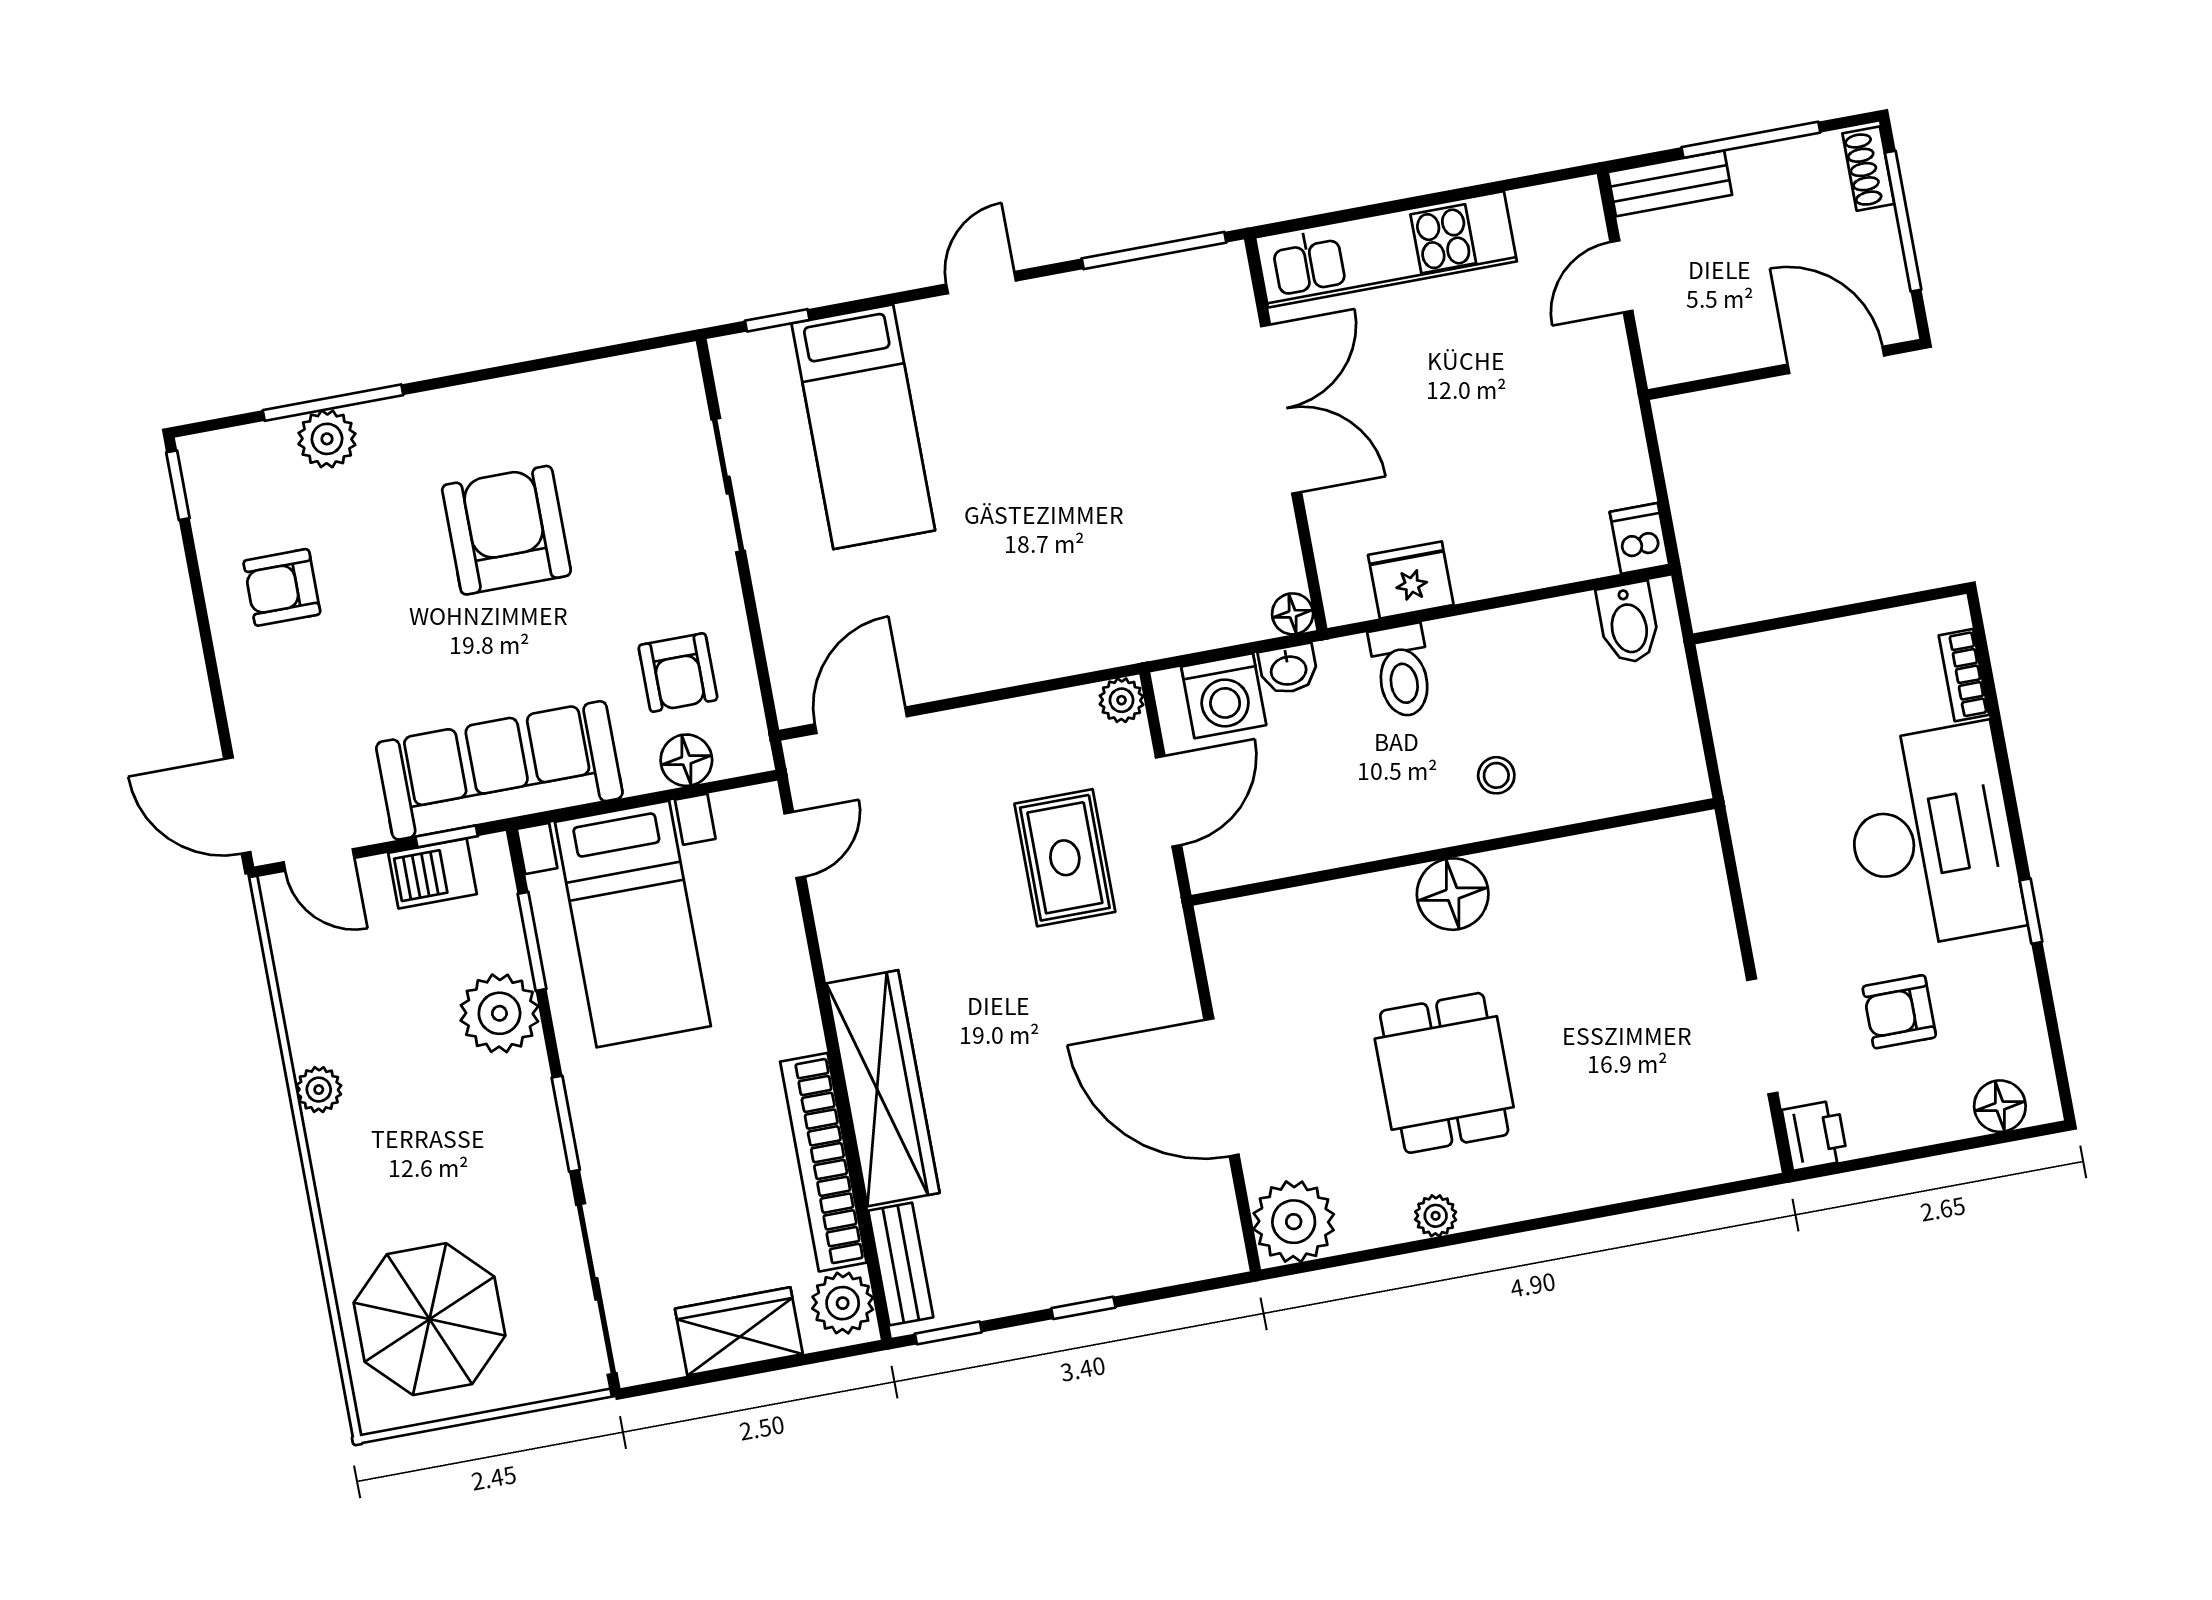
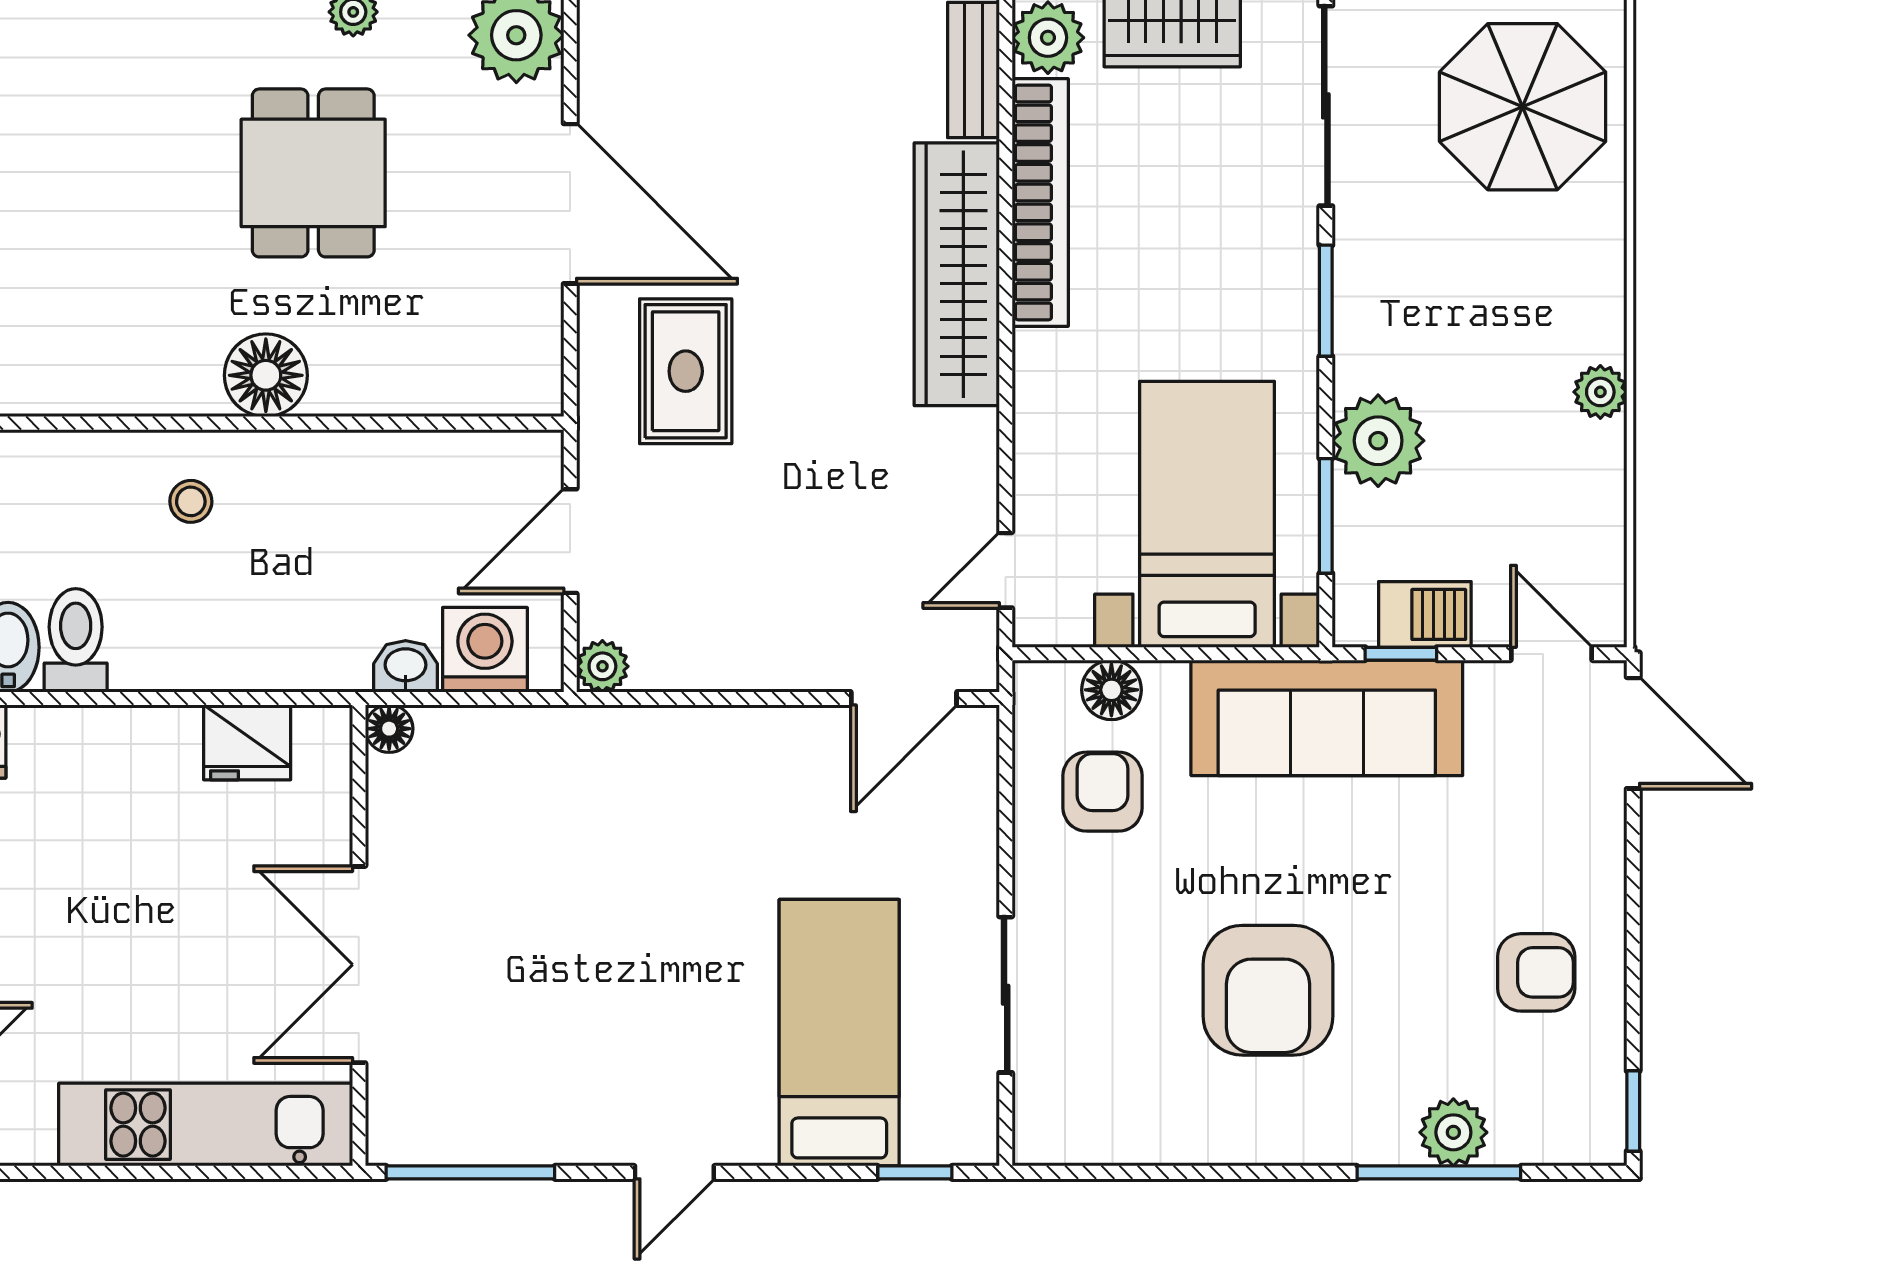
toilet: (1402, 671) -> (76, 640), moved
rug: (1065, 858) -> (686, 371), moved

